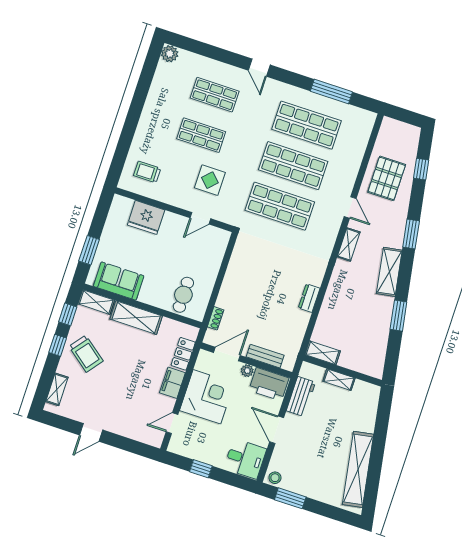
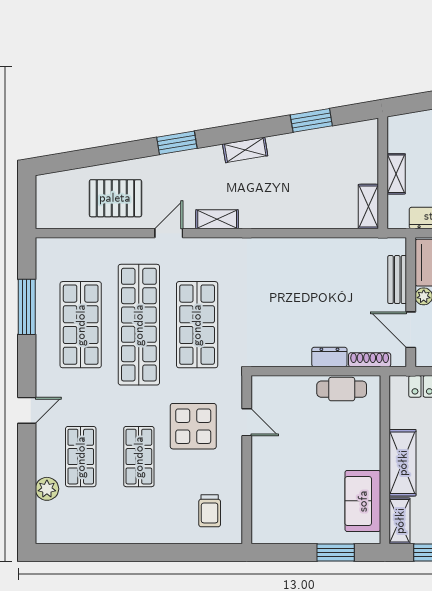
plant: (170, 54) -> (47, 489), moved
shop shelf: (293, 166) -> (139, 325), width x1.40
window: (421, 169) -> (89, 158), removed
display table: (210, 180) -> (193, 426), width x1.36, depth x1.36
fridge: (146, 217) -> (269, 493), removed
shelving: (389, 272) -> (245, 150), width x0.67, depth x0.75
cafe table: (183, 295) -> (342, 389), moved
dresser: (309, 298) -> (329, 357), moved, turned 180
window: (398, 316) -> (311, 120), moved
shoe rack: (215, 318) -> (370, 360), width x1.43

